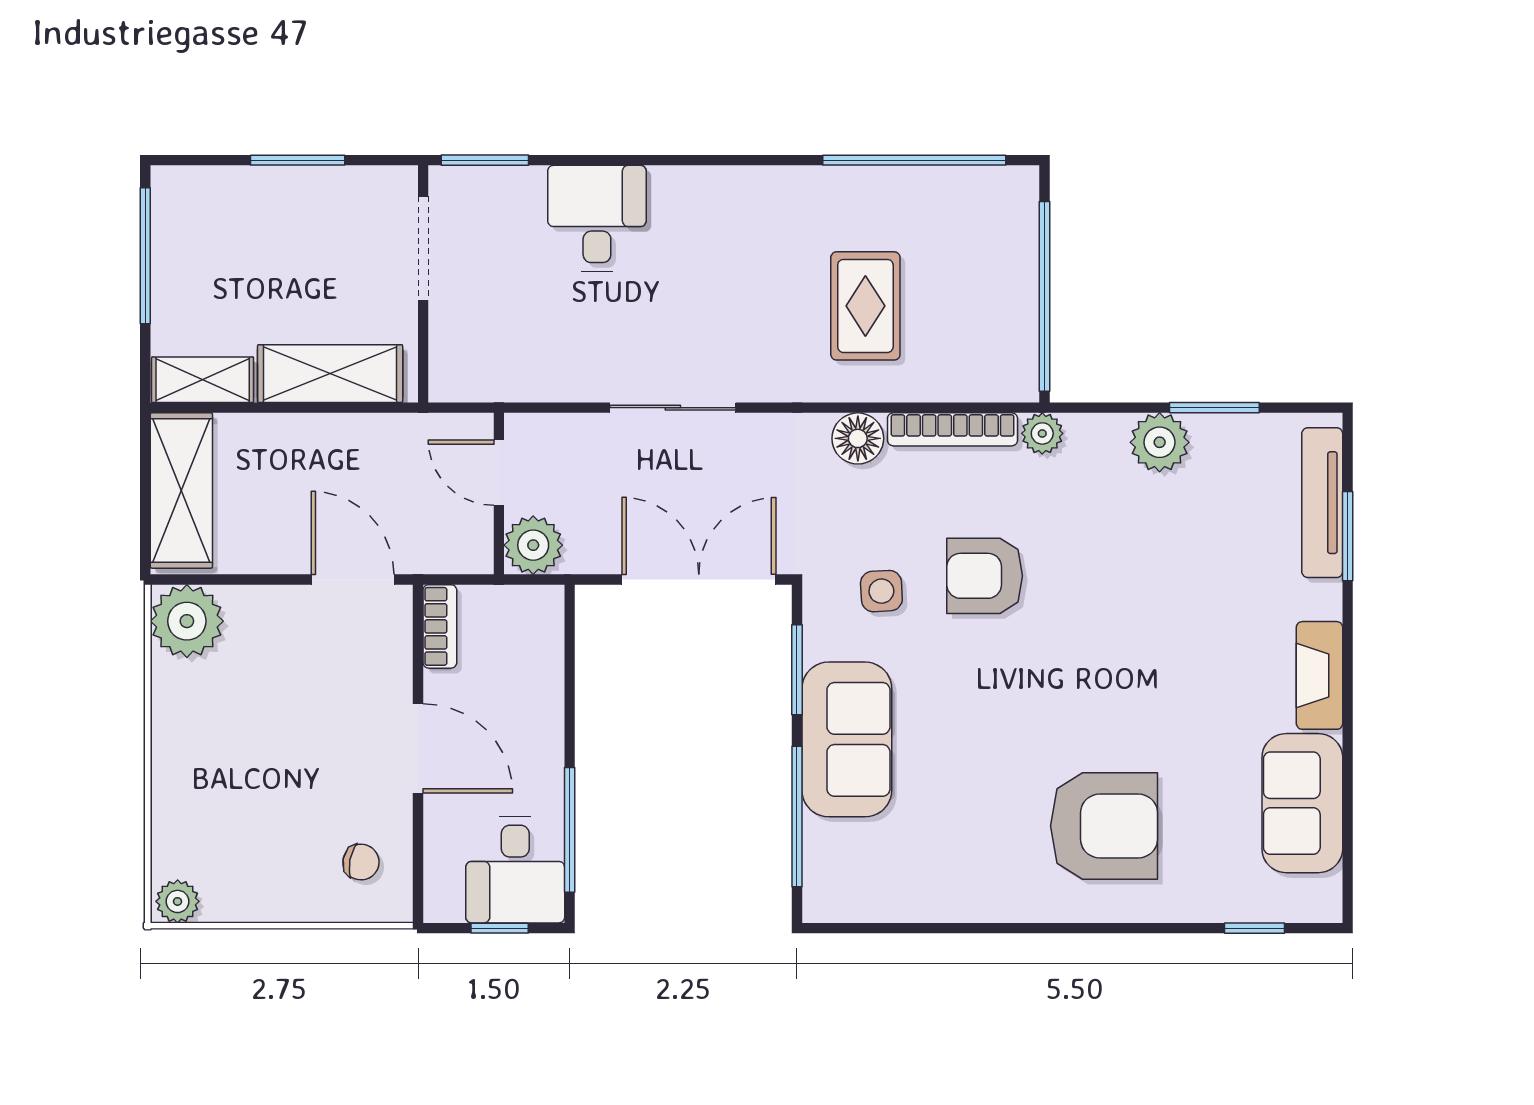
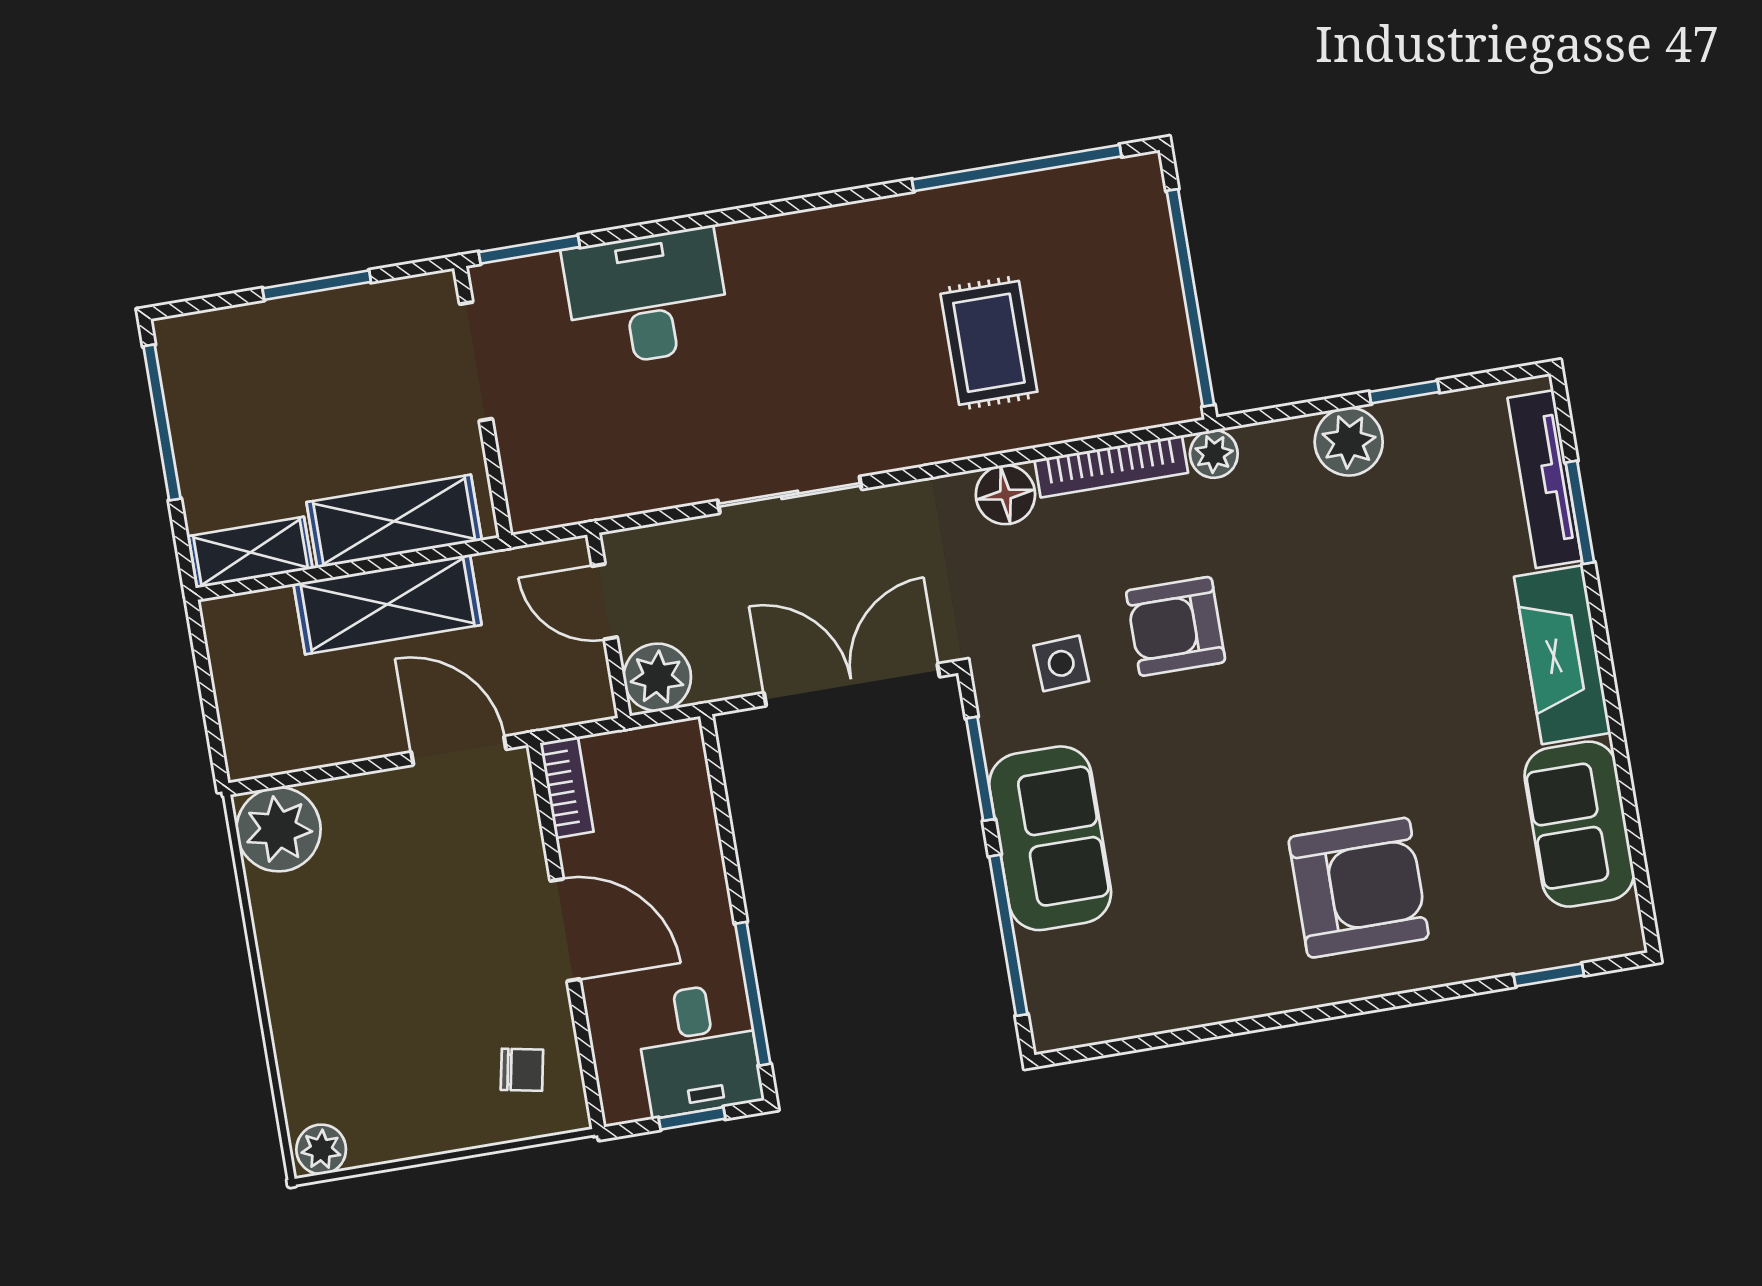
desk: (597, 218) -> (647, 298), width x1.37
window: (1214, 408) -> (1404, 392), width x0.67
shelving: (181, 491) -> (387, 604), moved, turned 90
fireplace: (1320, 675) -> (1562, 655), width x1.37, depth x1.32

